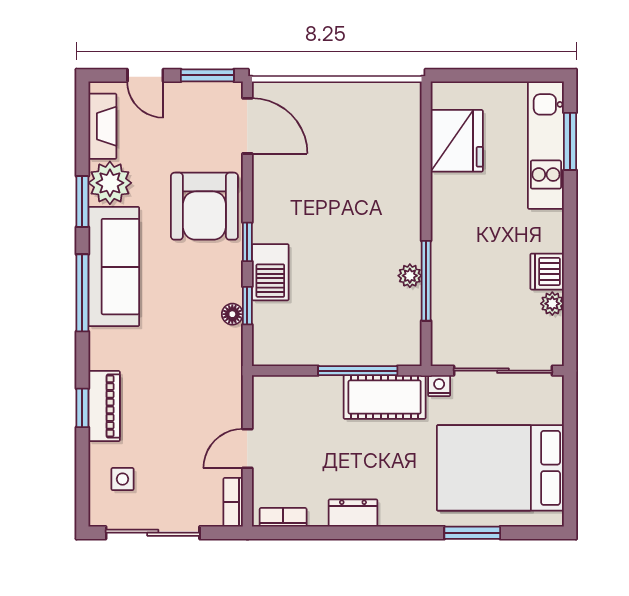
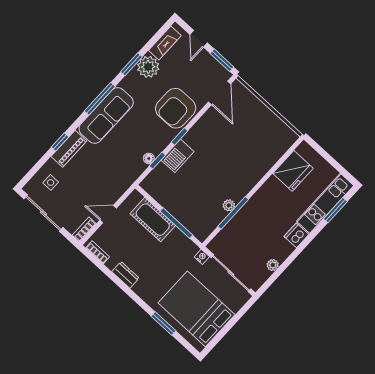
sofa: (114, 267) -> (106, 115), moved
dishwasher: (547, 272) -> (296, 235), moved
cot: (385, 397) -> (153, 220), moved

